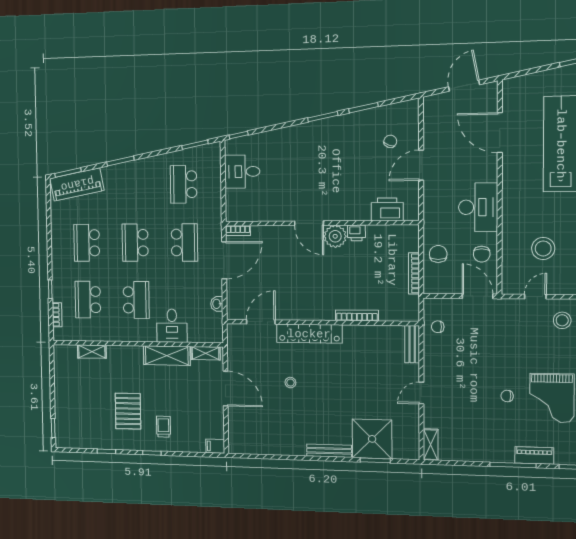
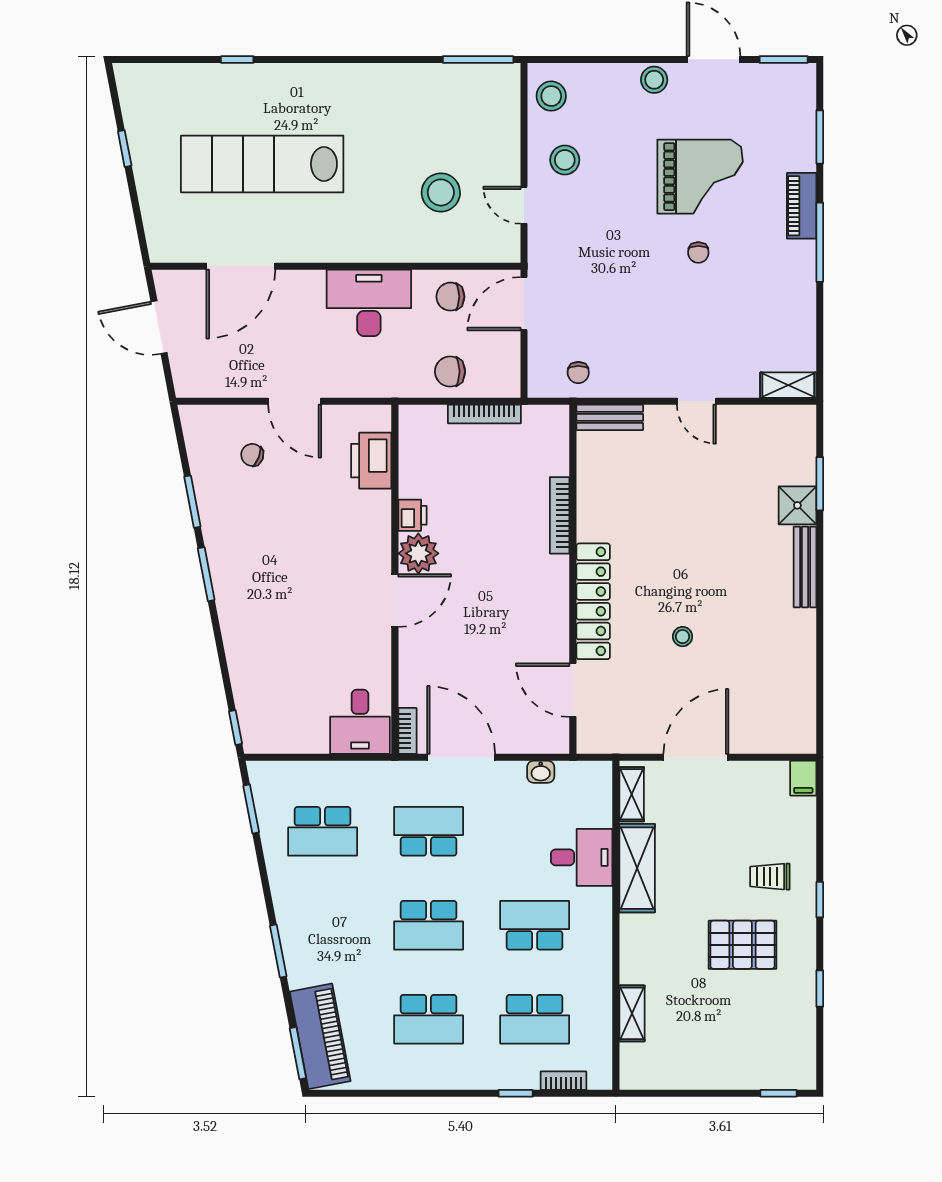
desk: (242, 172) -> (360, 722), moved
chair: (482, 254) -> (450, 297), turned 180
shower: (372, 439) -> (797, 505), width x0.54, depth x0.54

